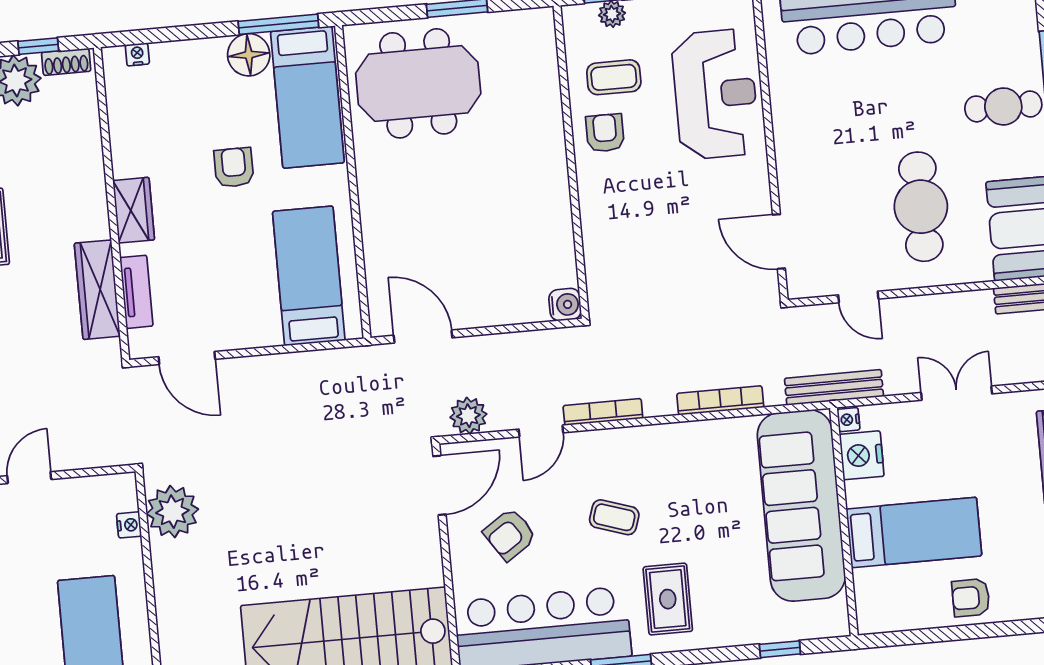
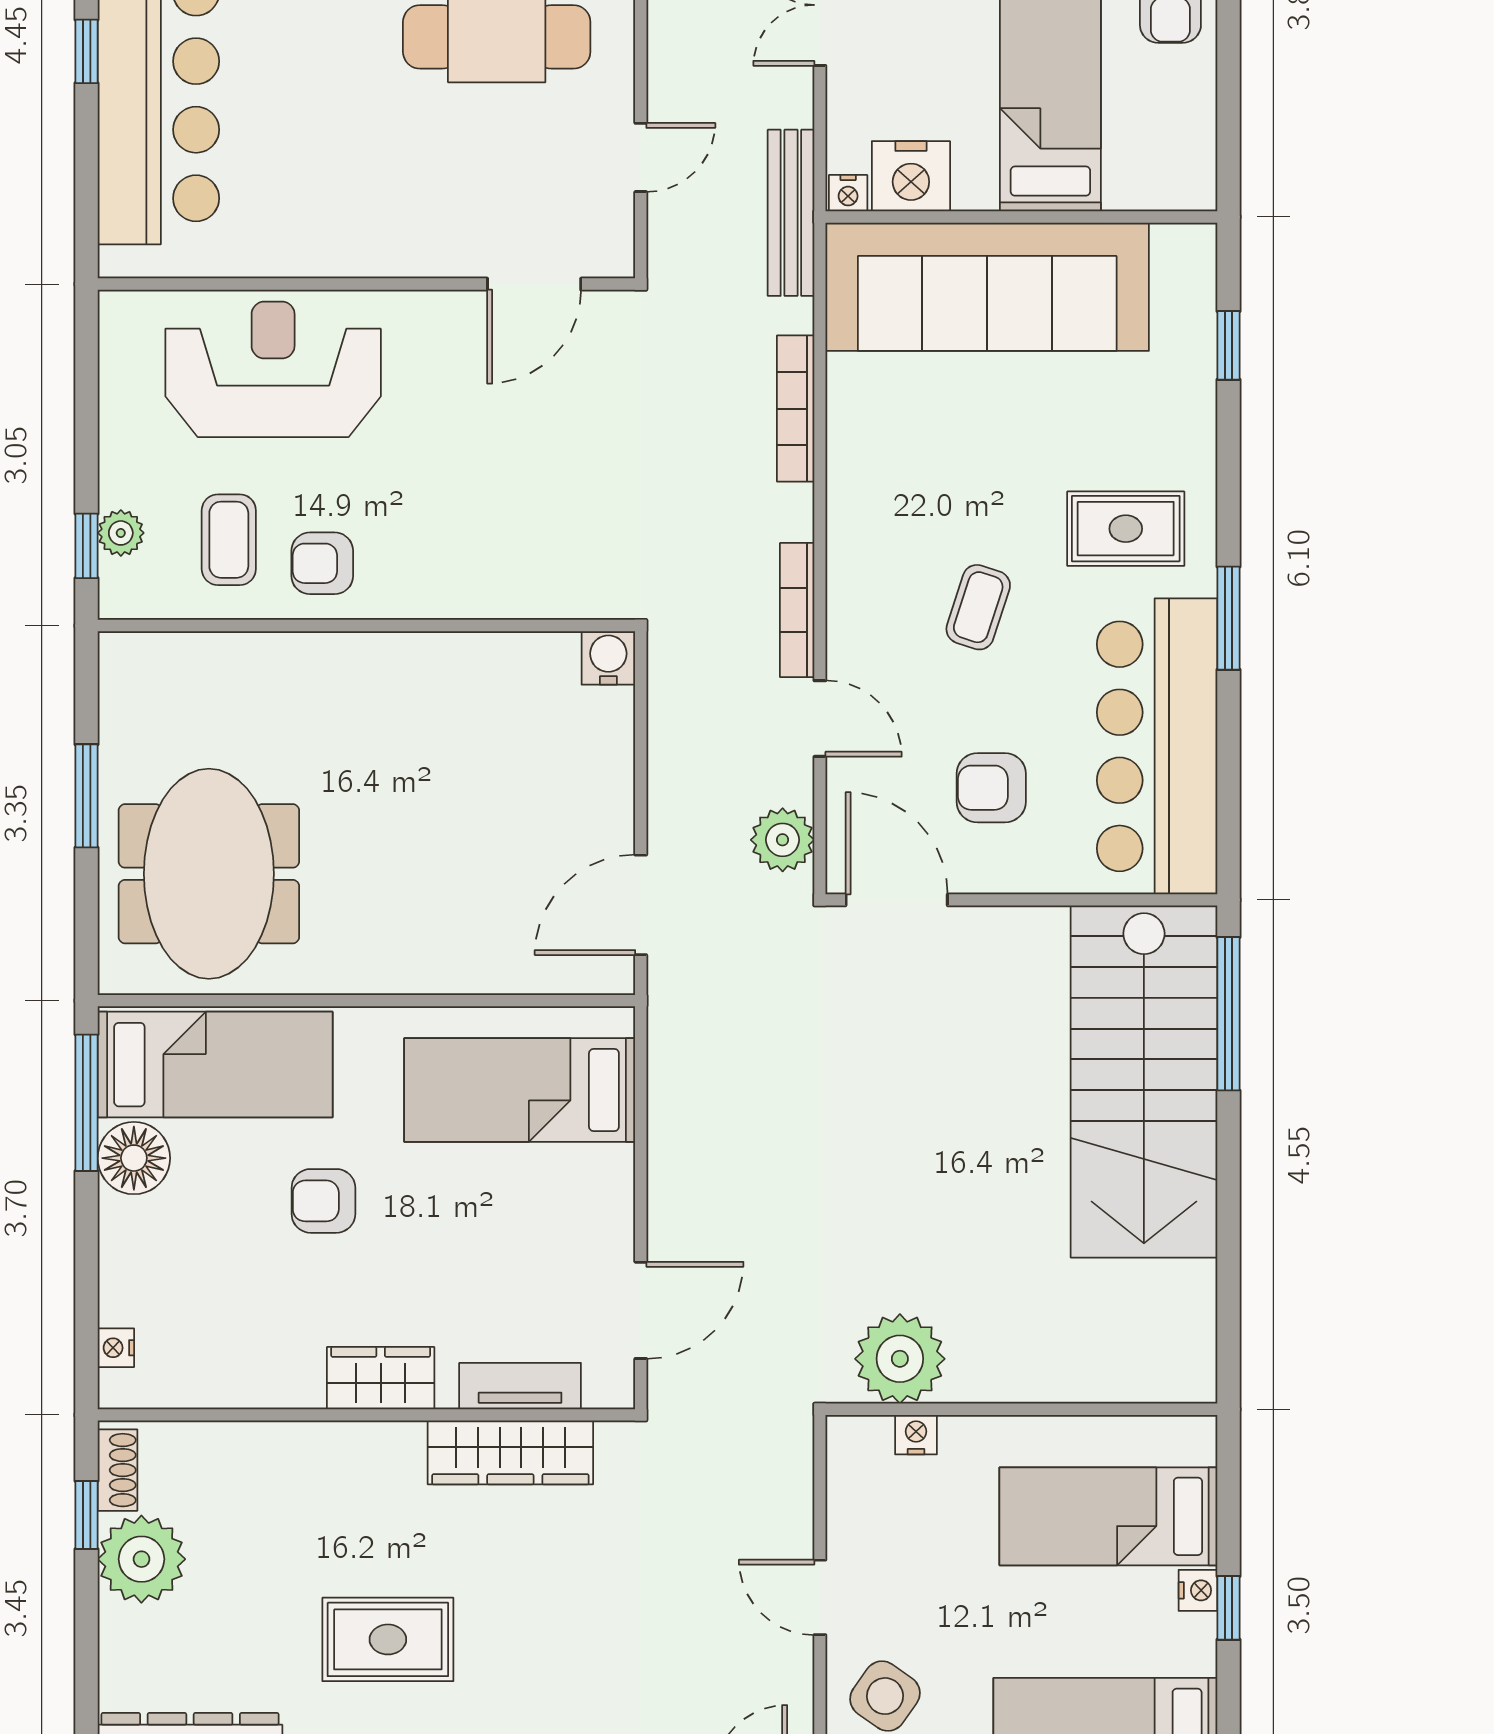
armchair: (510, 534) -> (991, 788), turned 124

